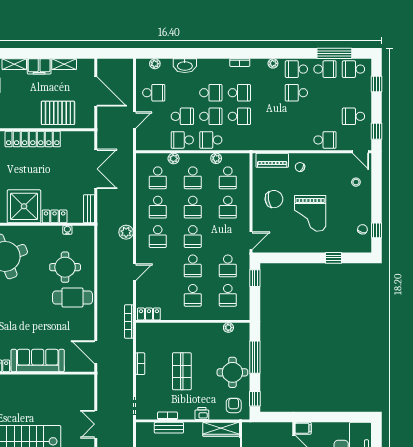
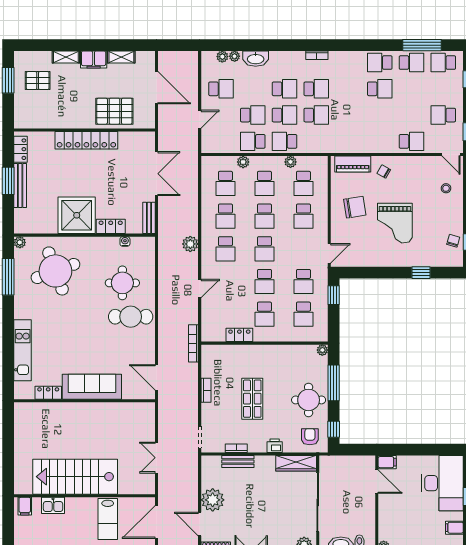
plant: (273, 63) -> (235, 56), moved
school desk: (296, 93) -> (380, 89), turned 180
locker: (149, 314) -> (239, 335), moved
plant: (228, 328) -> (322, 350), moved

